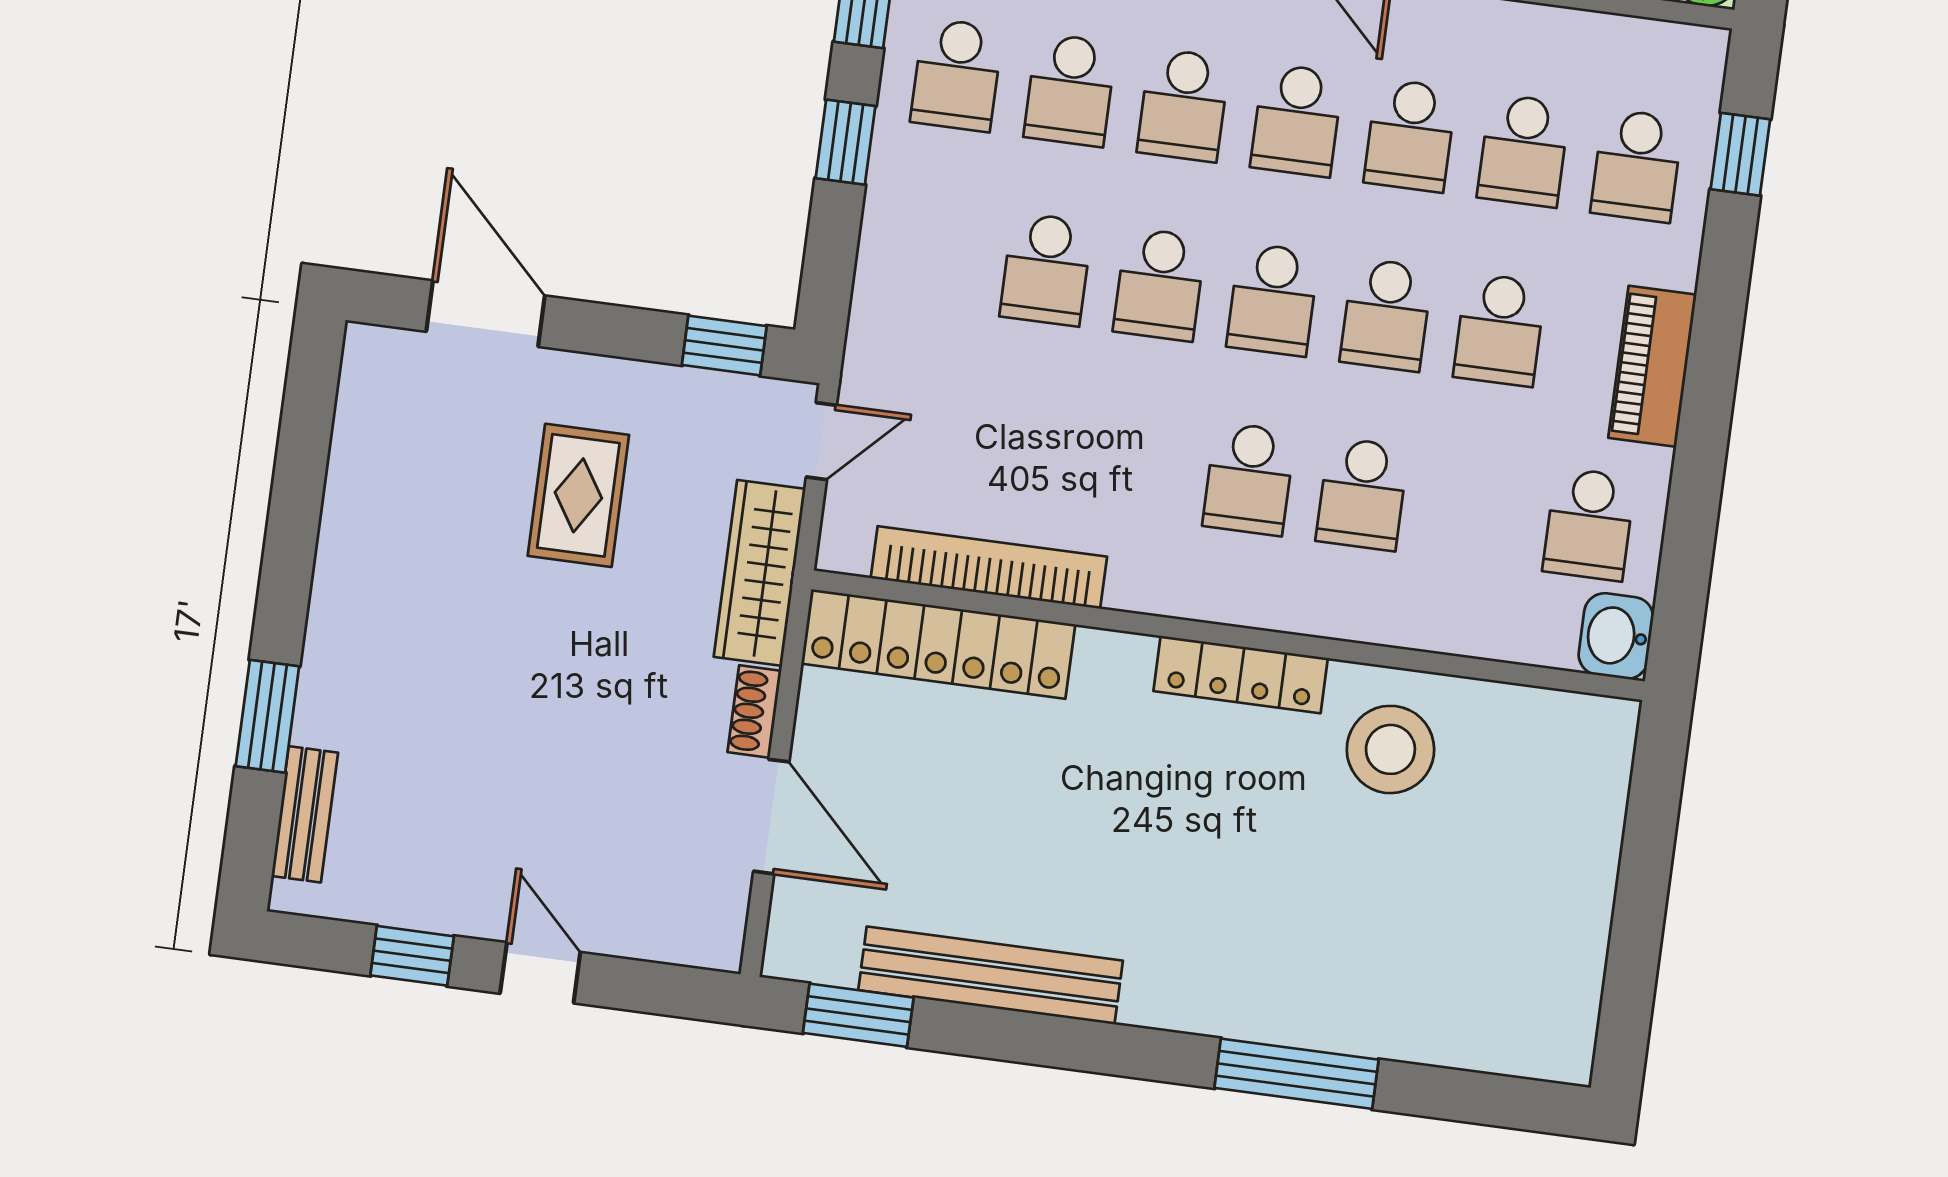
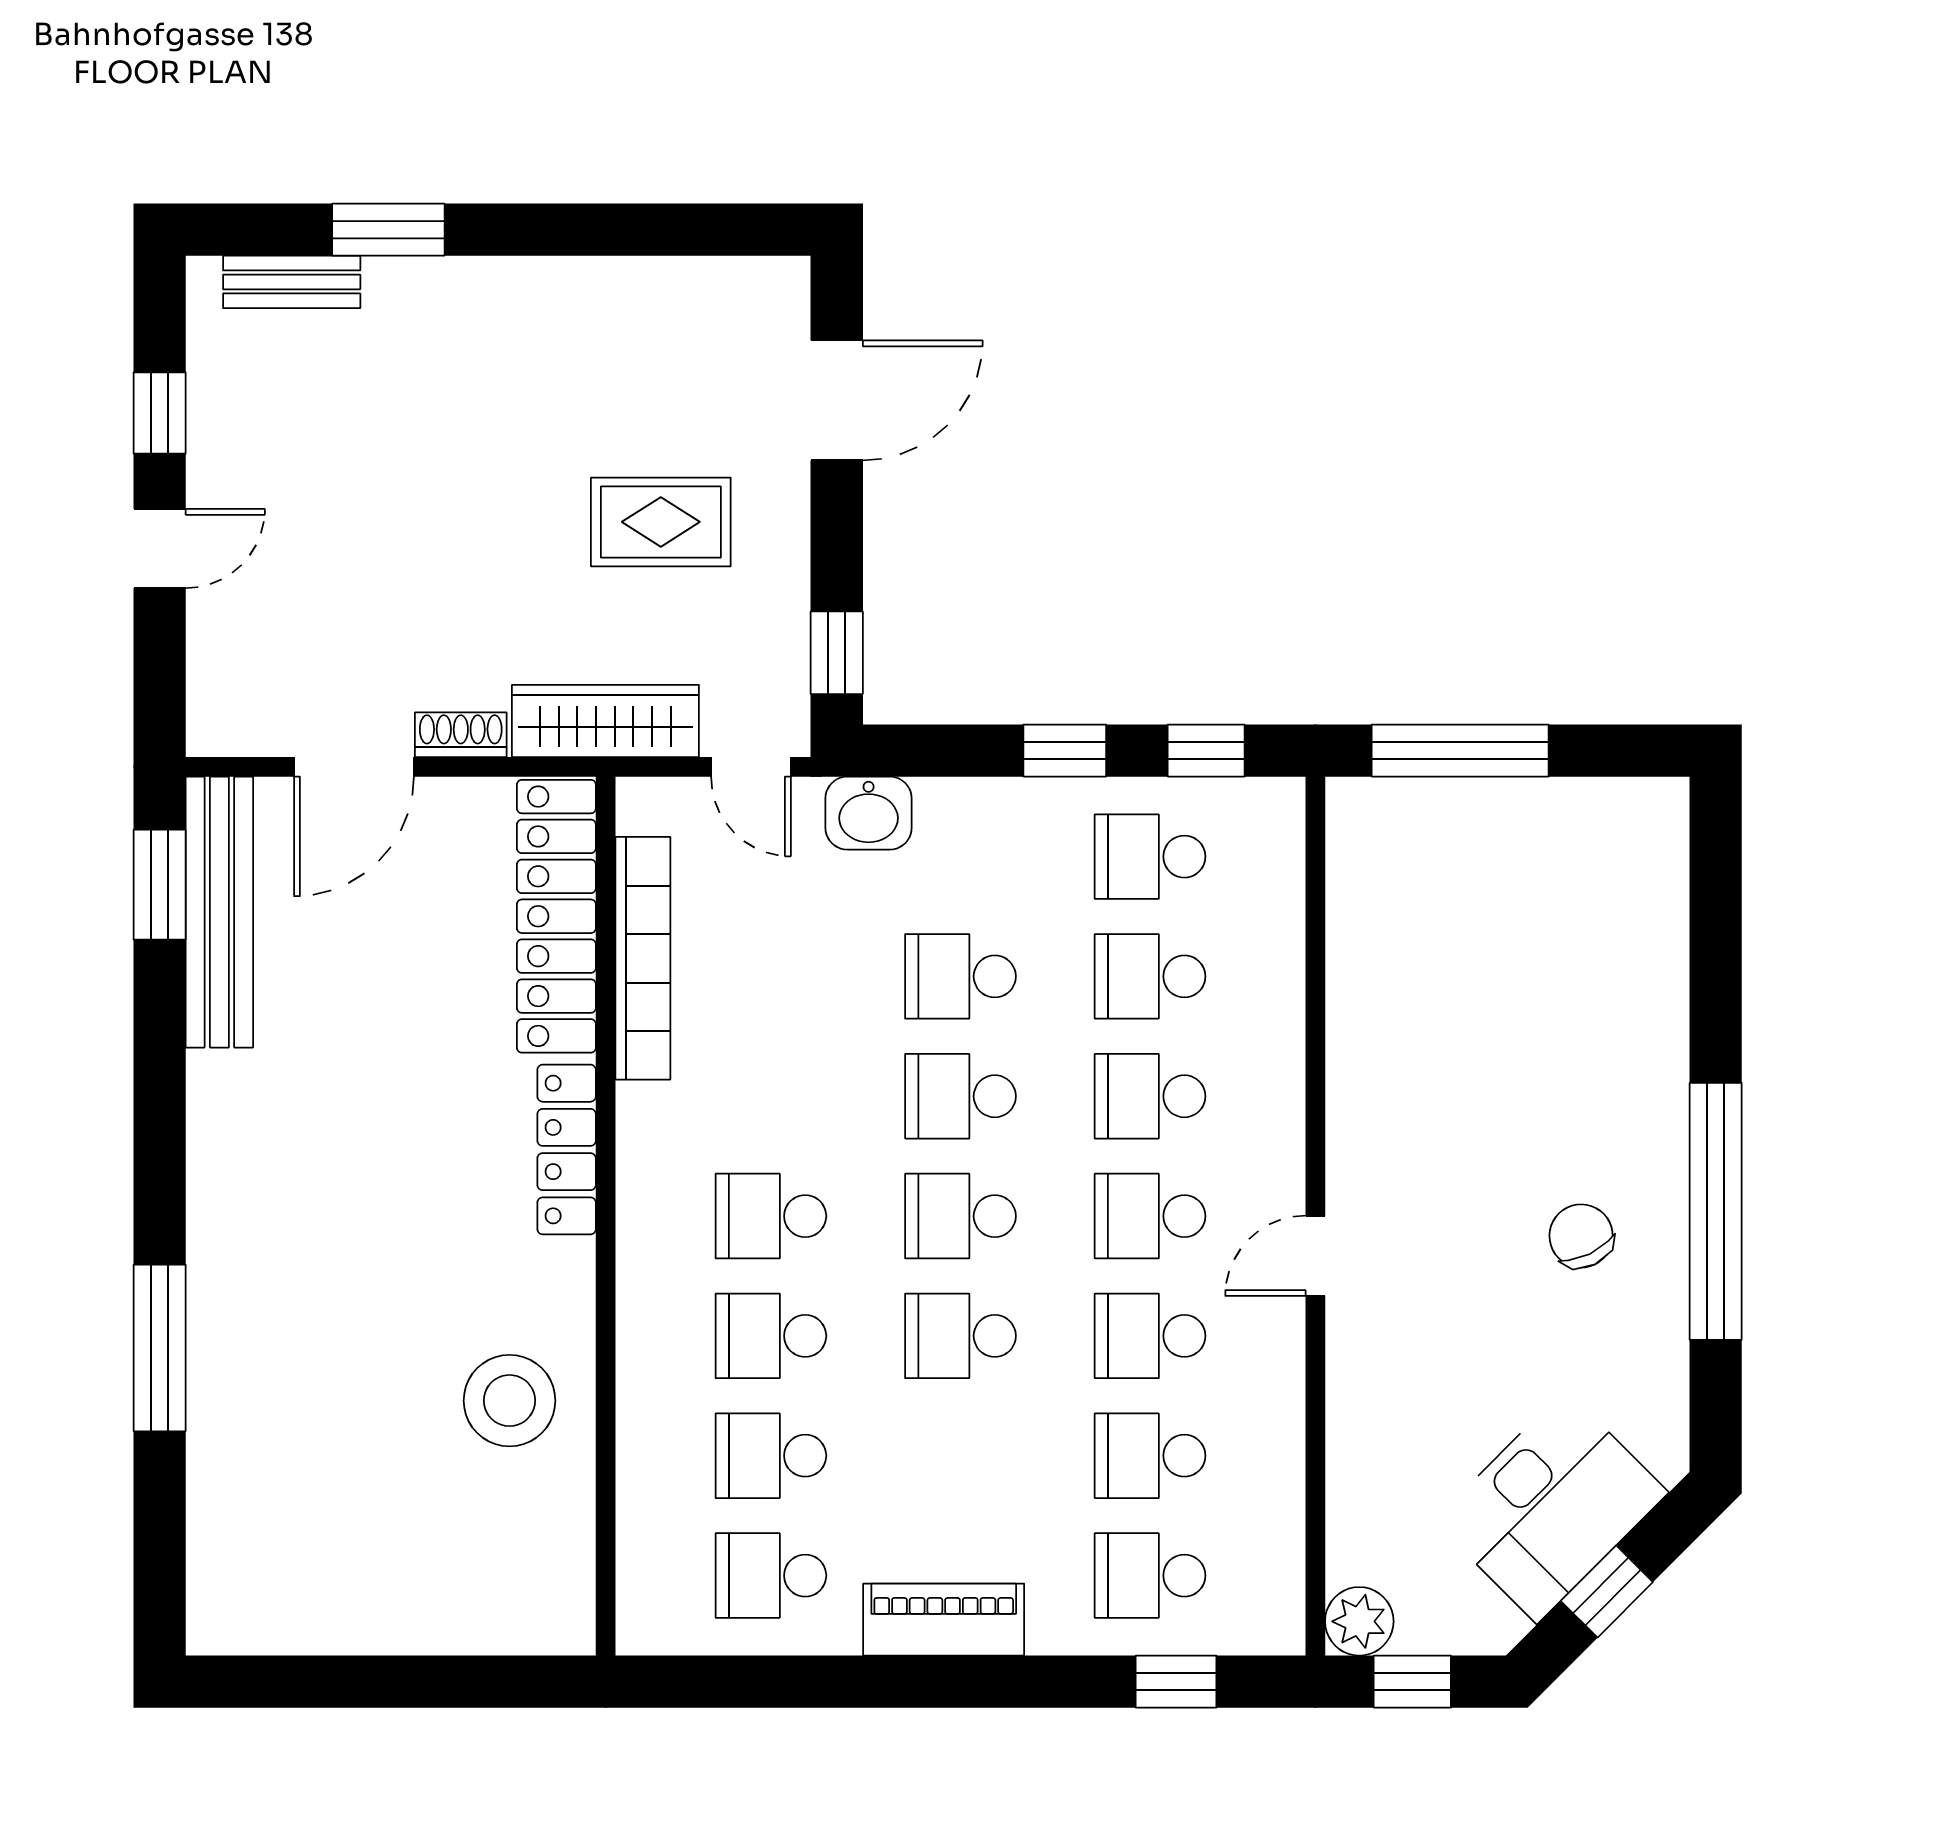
school desk: (1500, 330) -> (771, 1456), moved
washbasin: (1616, 636) -> (869, 813), moved, turned 180
locker: (1241, 674) -> (567, 1150), moved
bench: (991, 975) -> (219, 912), moved

